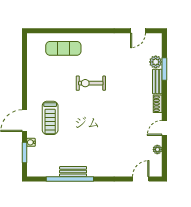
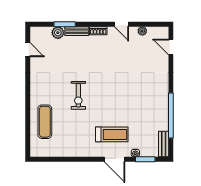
bench: (73, 172) -> (164, 144), moved

